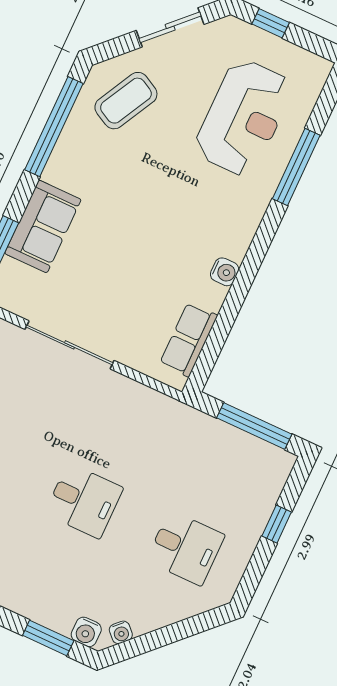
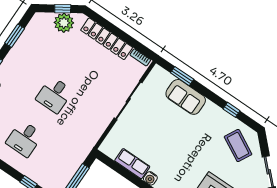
window: (54, 127) -> (231, 110), width x0.32
row of seats: (189, 340) -> (132, 164), moved

